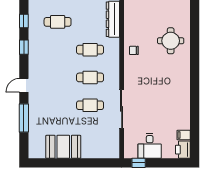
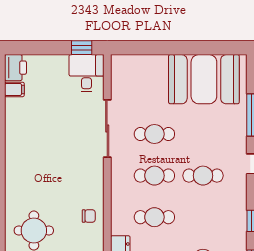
cafe table: (58, 77) -> (203, 176), added
desk: (150, 146) -> (86, 73), moved
booth: (63, 147) -> (204, 79), width x1.36, depth x1.42

